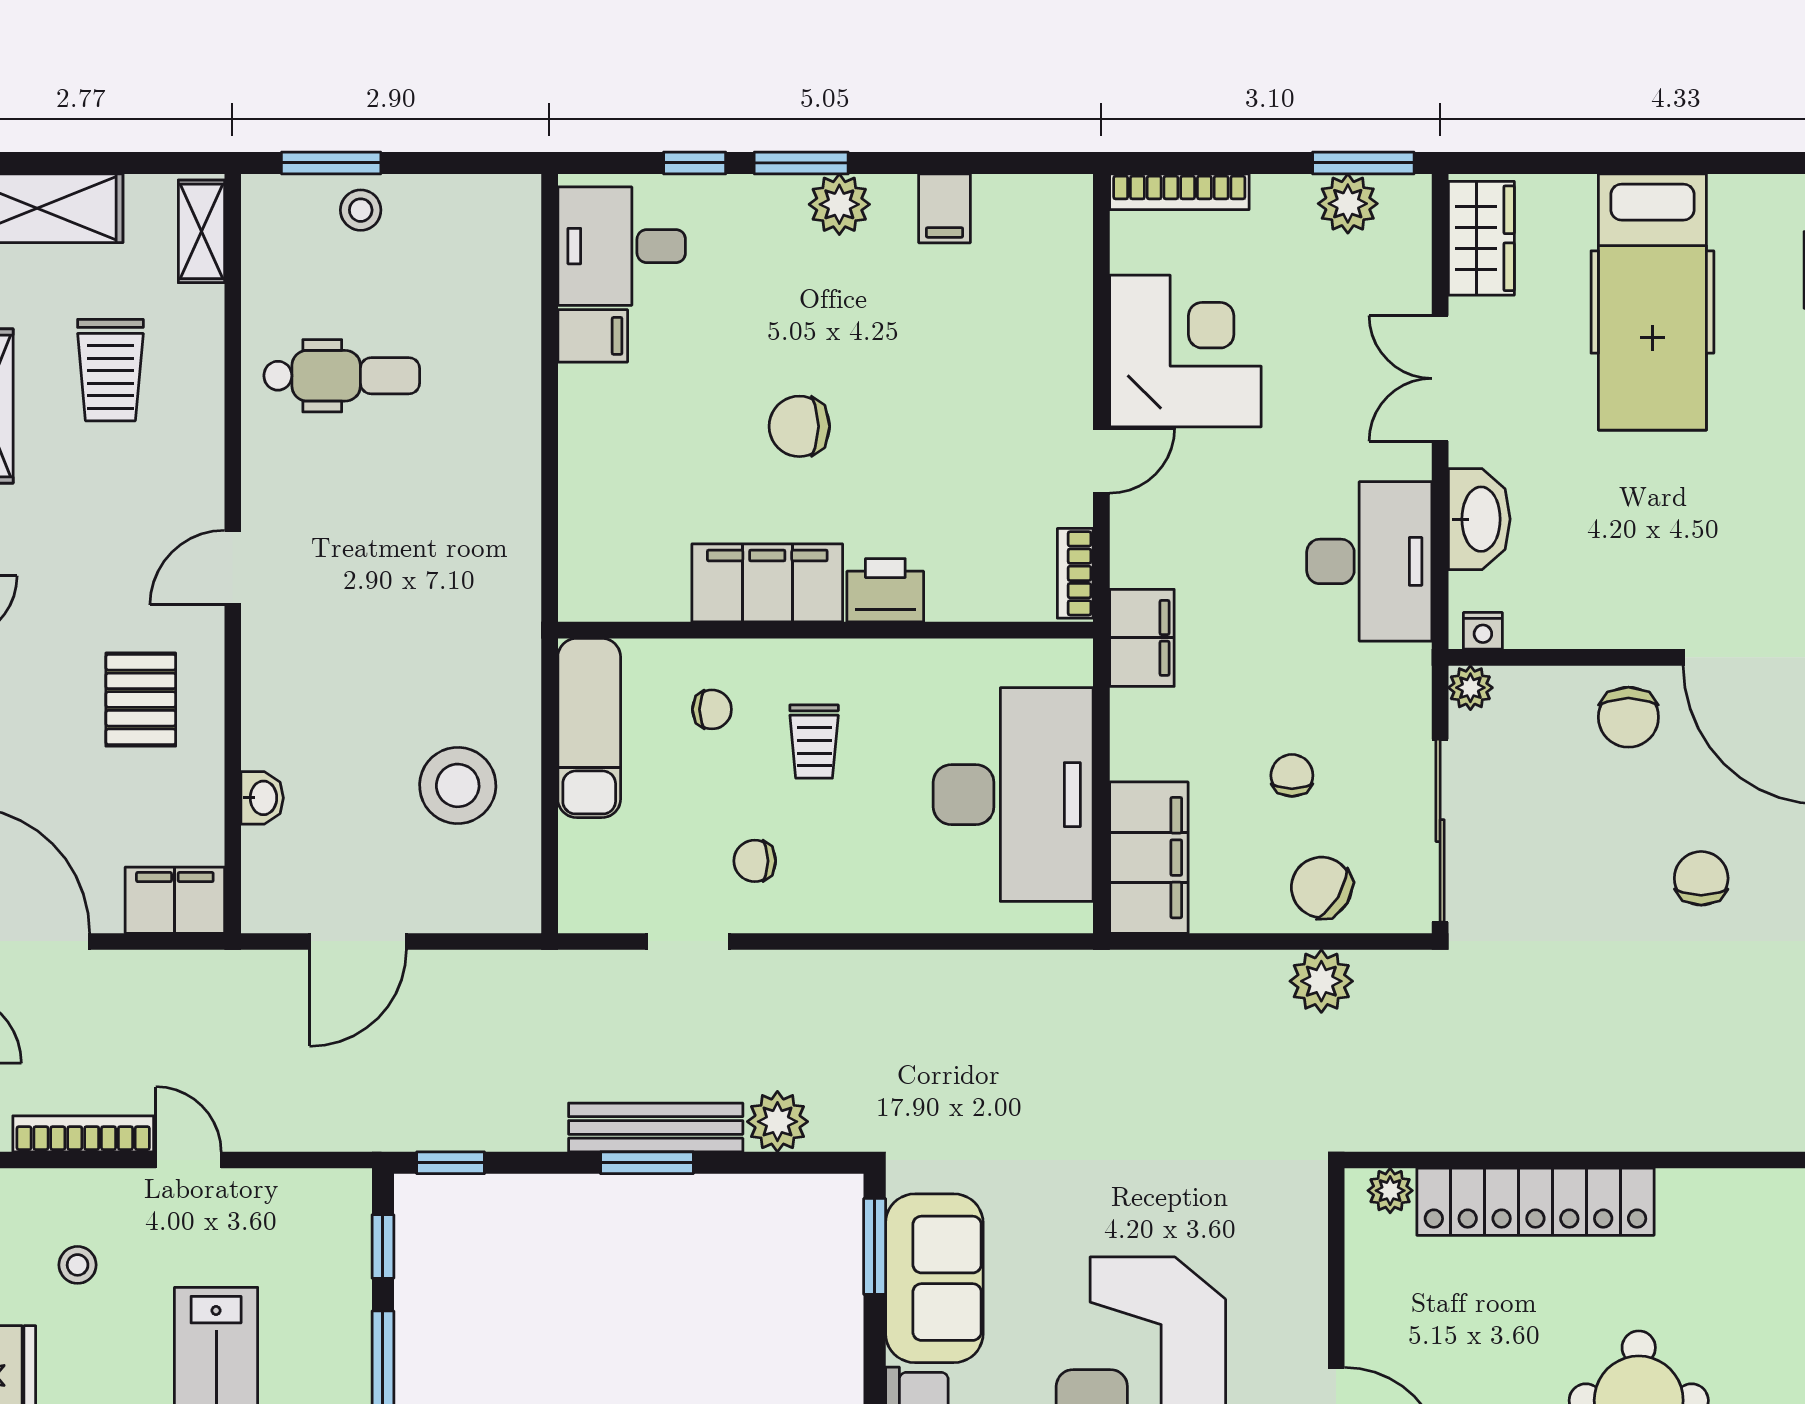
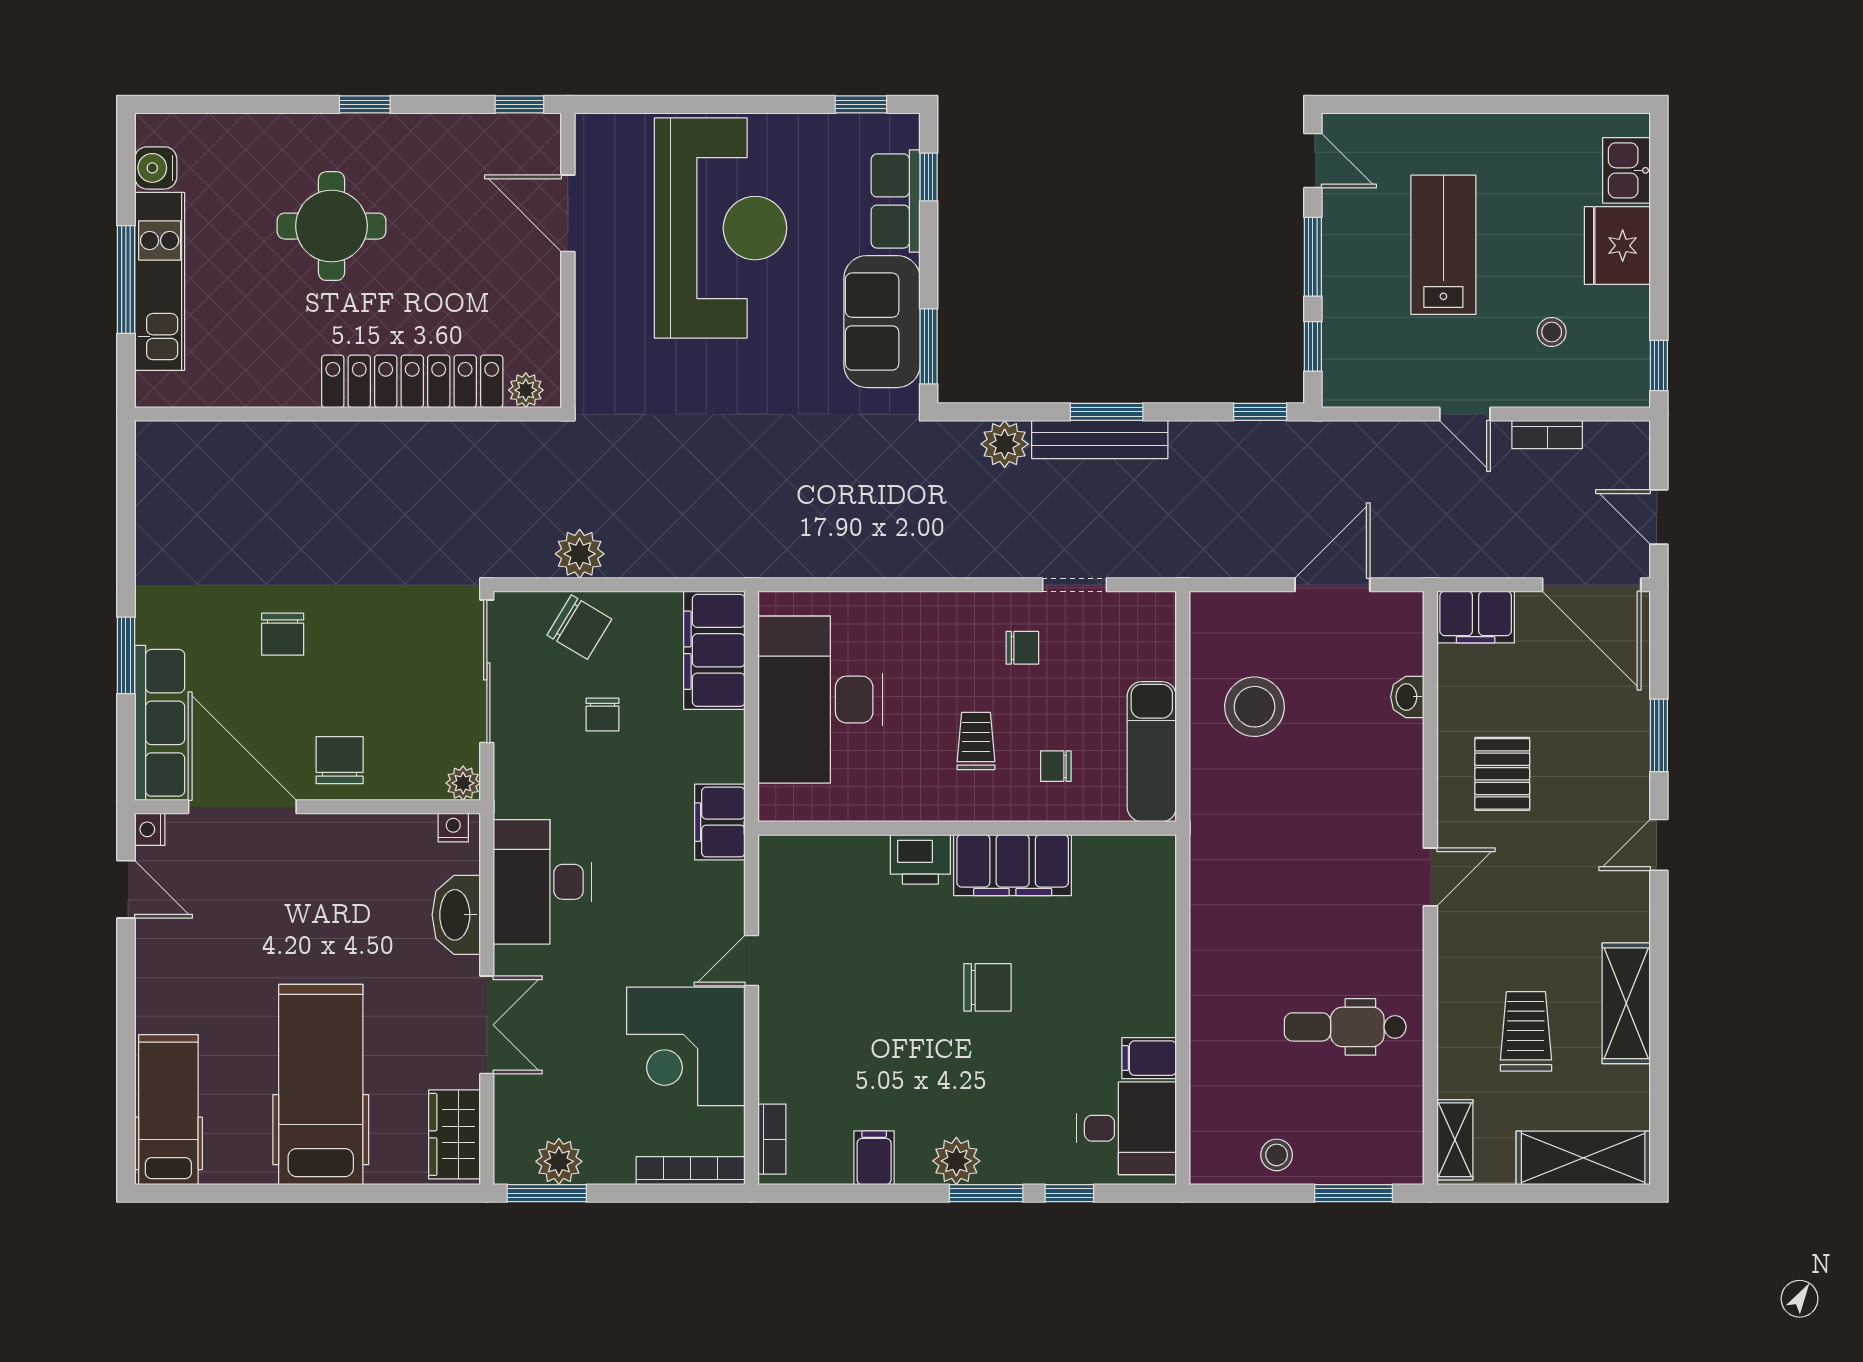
stool: (361, 210) -> (1277, 1155), moved
bookcase: (1075, 573) -> (772, 1139), moved
bookcase: (83, 1134) -> (1547, 434), width x0.64

